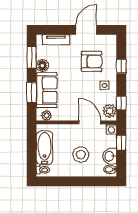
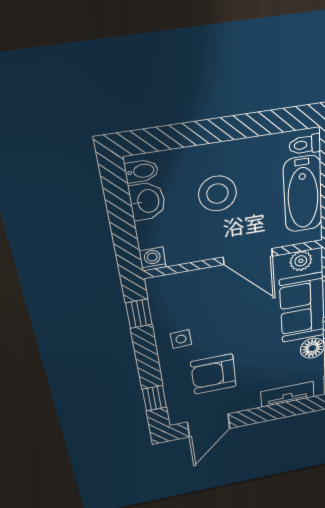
door: (86, 30) -> (209, 425), moved
window: (121, 66) -> (154, 398), moved
plant: (110, 111) -> (163, 295), removed
door: (90, 122) -> (248, 257), moved
window: (121, 143) -> (124, 235), removed

